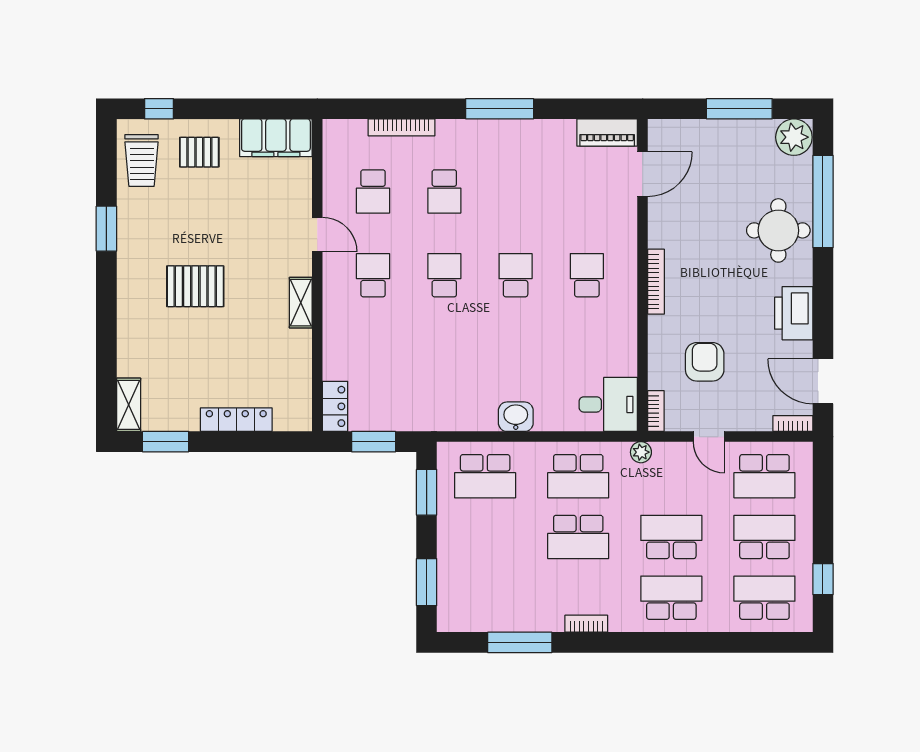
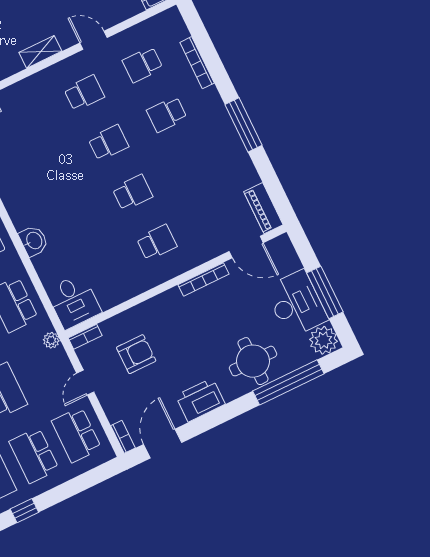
desk: (736, 148) -> (296, 304), added
door: (317, 235) -> (94, 40), swing flipped
bookcase: (656, 282) -> (203, 279), moved
school desk: (764, 537) -> (34, 455), turned 180

